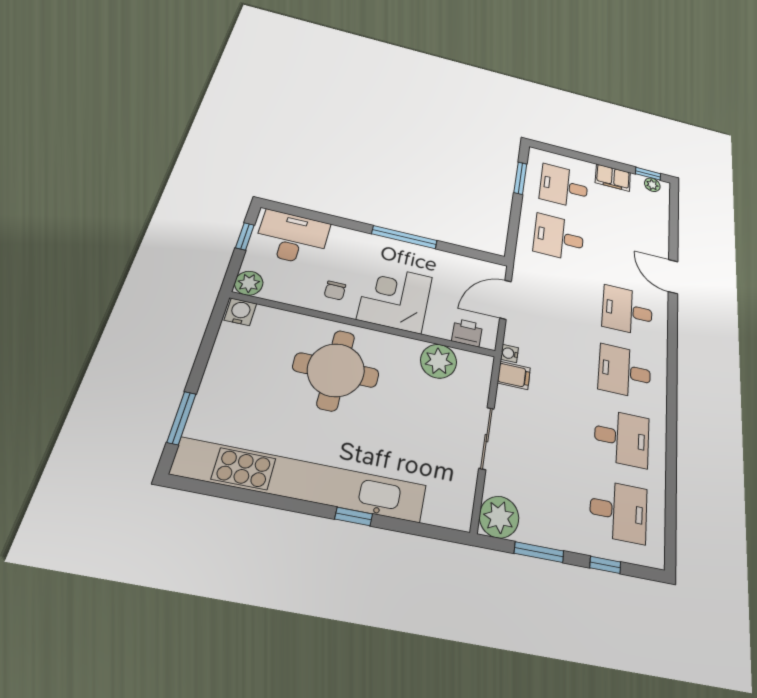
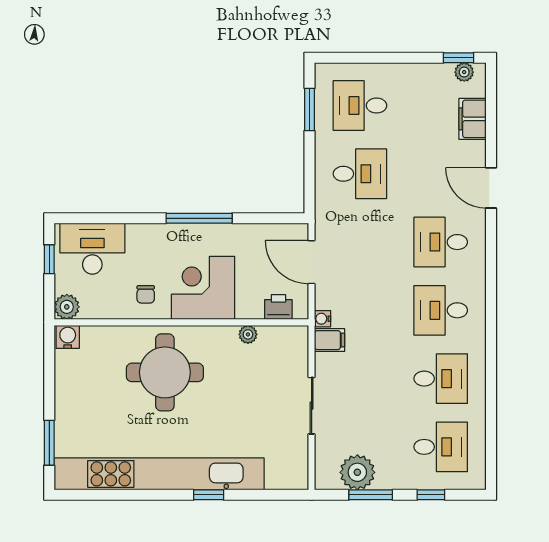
filing cabinet: (613, 178) -> (473, 119), moved, turned 90
desk: (559, 237) -> (360, 174), turned 180
door: (505, 300) -> (312, 262), hinge flipped
plant: (439, 361) -> (248, 334), width x0.53, depth x0.53
plant: (499, 517) -> (357, 472), moved

